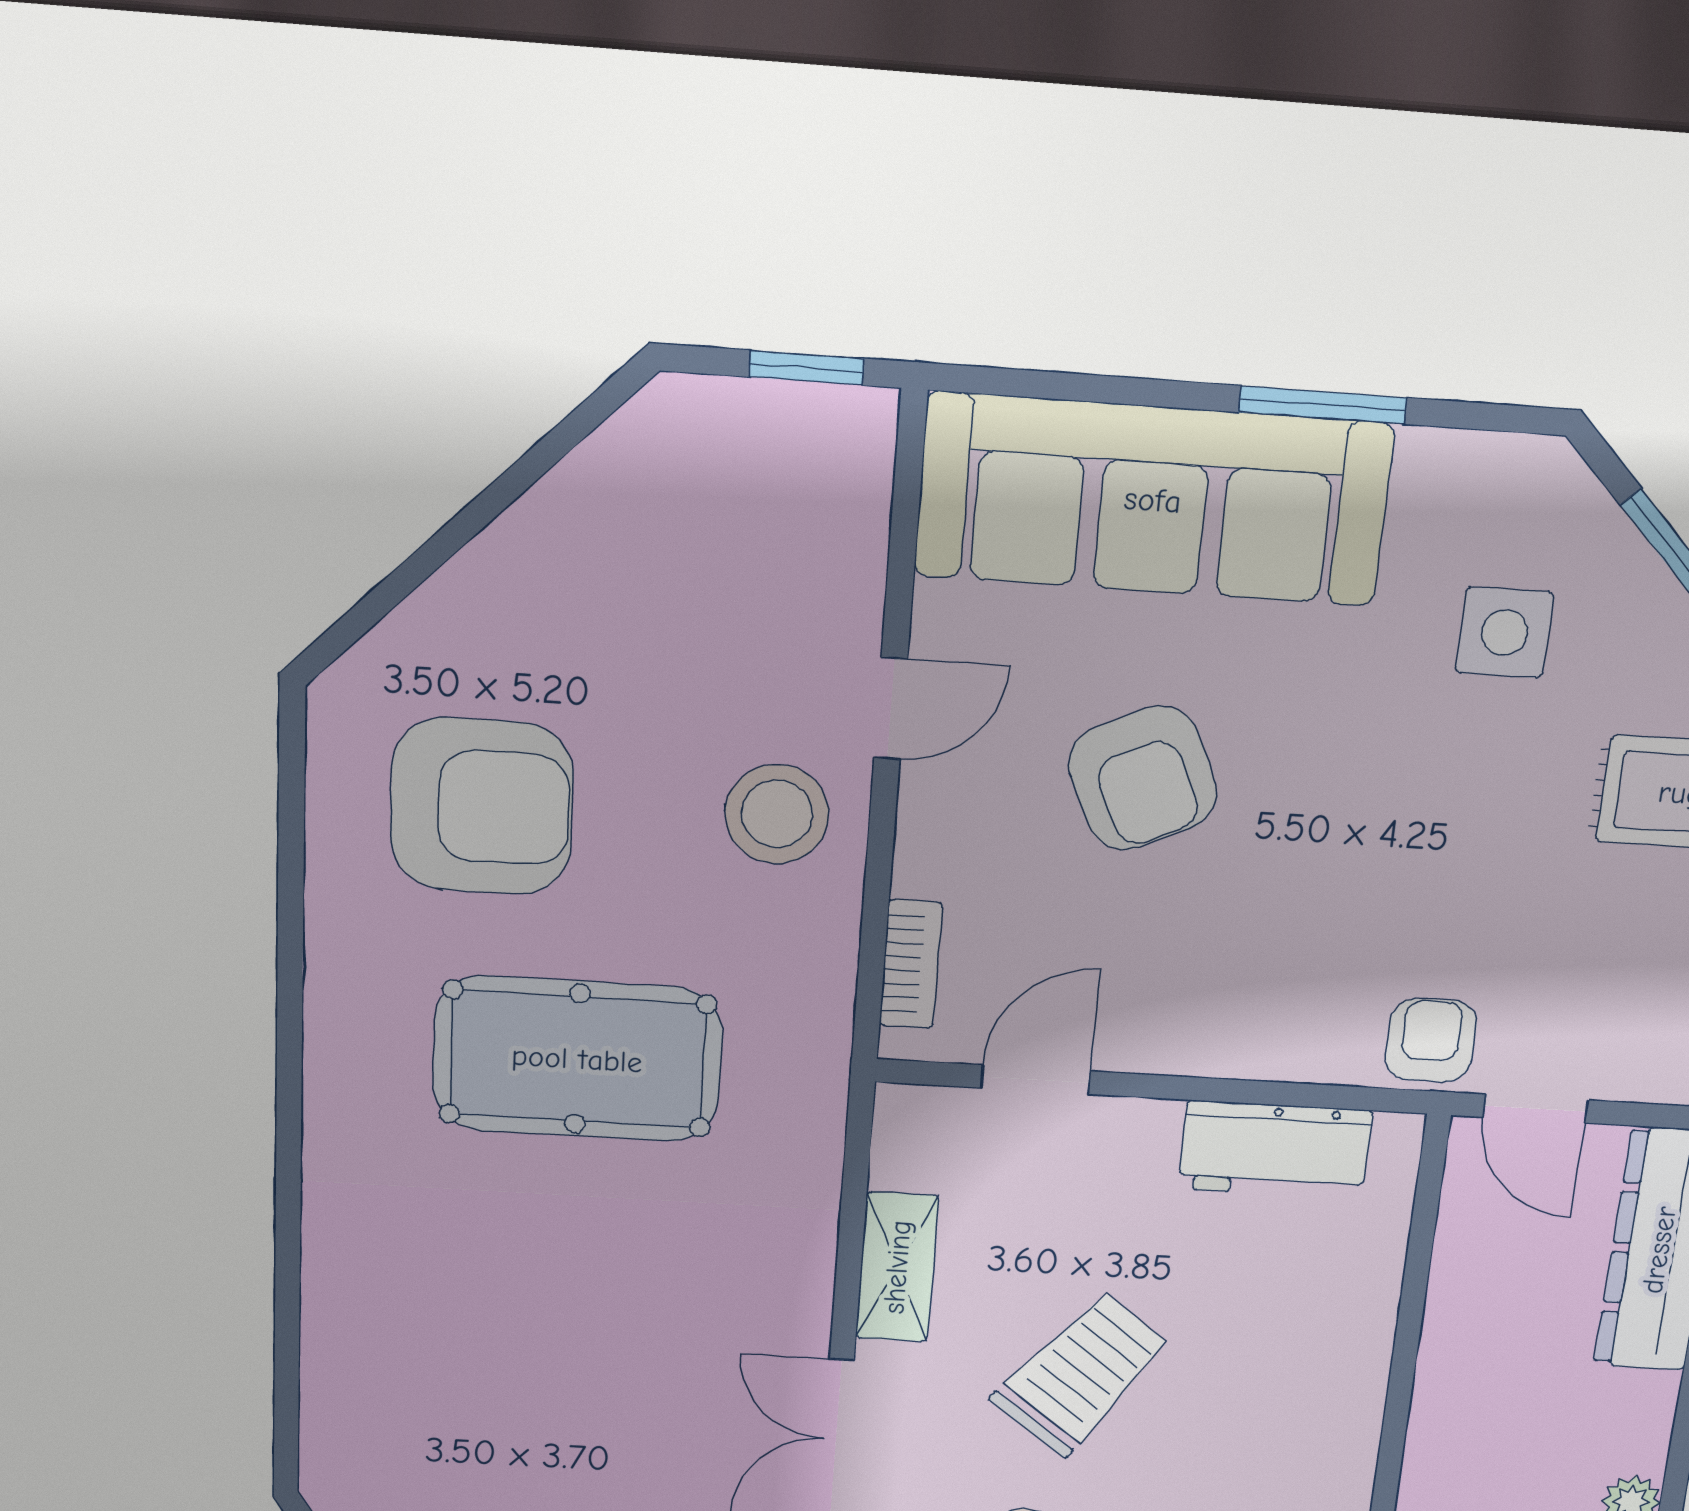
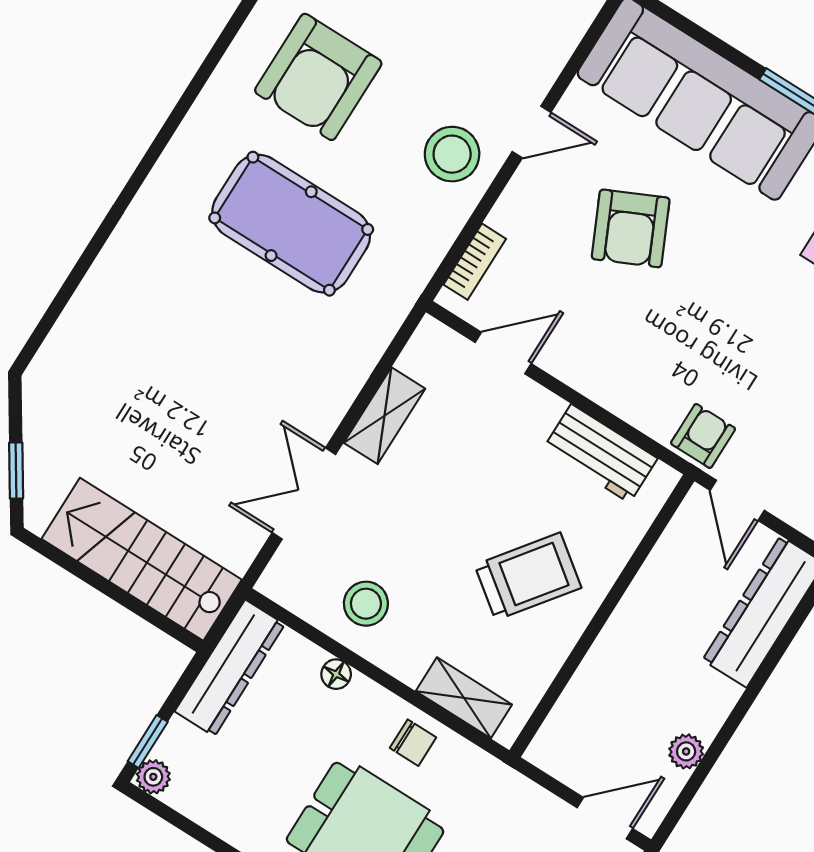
armchair: (482, 806) -> (318, 77), turned 90
trolley: (1081, 1374) -> (528, 576), moved

